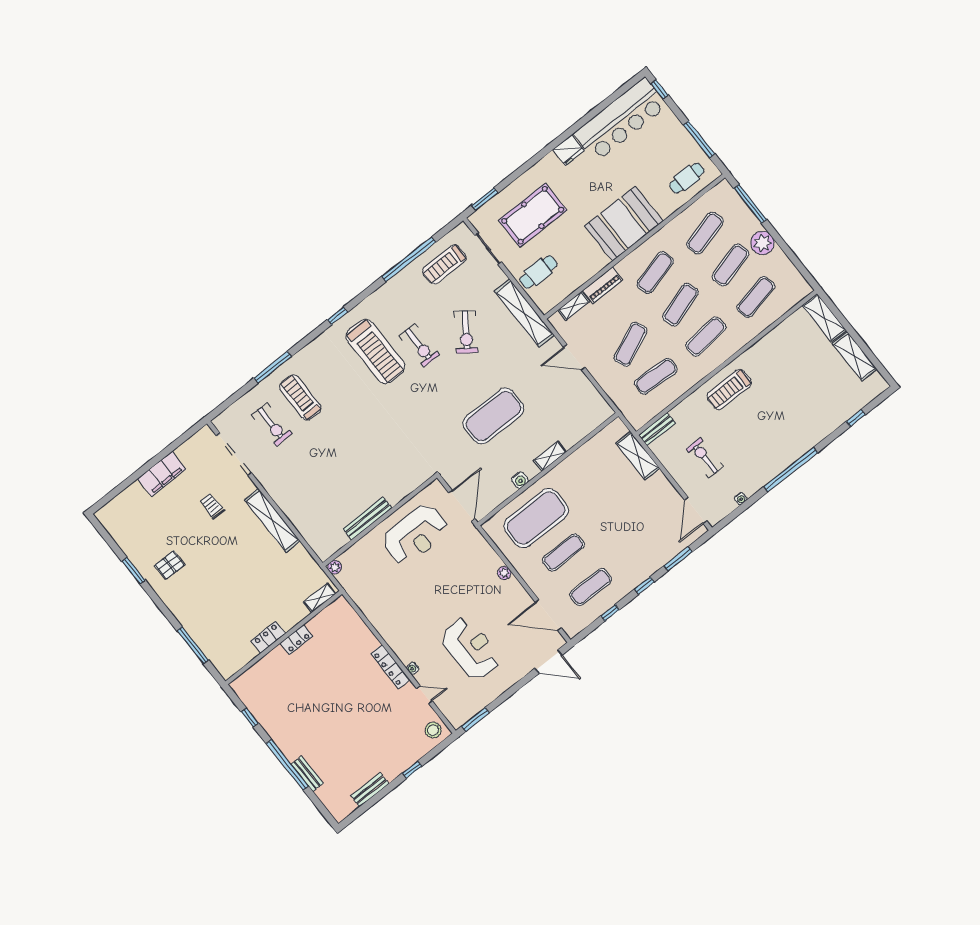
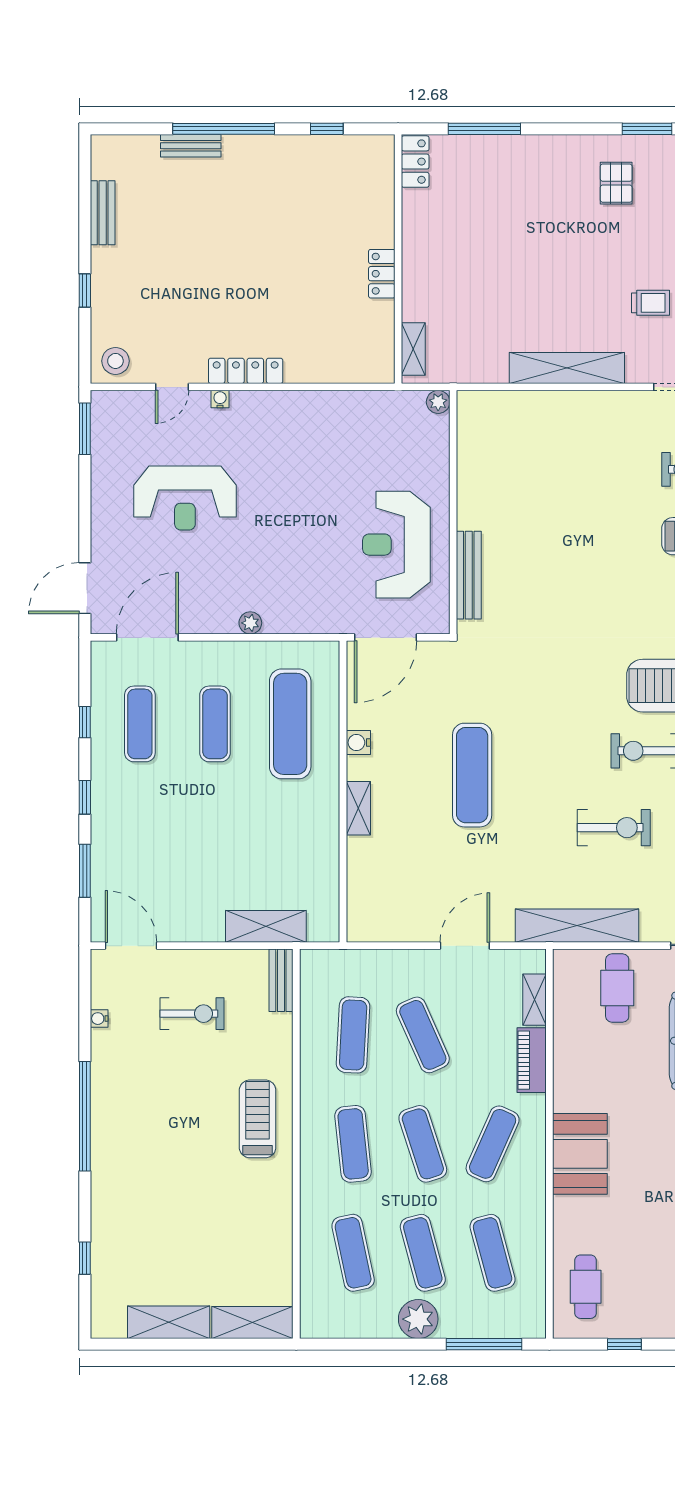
window: (699, 139) -> (624, 1344), width x0.46
booth: (624, 224) -> (580, 1154), width x0.73, depth x0.70
exercise mat: (655, 273) -> (493, 1144), turned 39
exercise bike: (466, 332) -> (614, 828), turned 145
exercise mat: (493, 416) -> (472, 775), width x0.68
door: (462, 506) -> (386, 637), hinge flipped
exercise mat: (536, 518) -> (290, 724), width x0.68
bench: (367, 519) -> (469, 575), moved
locker: (268, 637) -> (415, 162), moved

